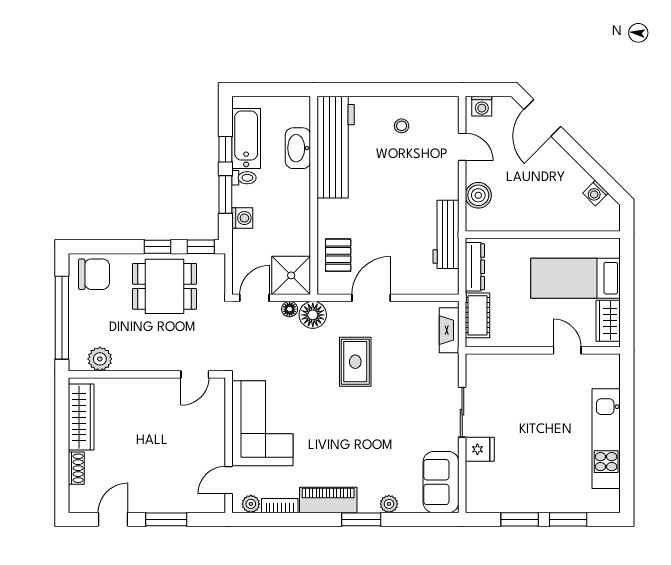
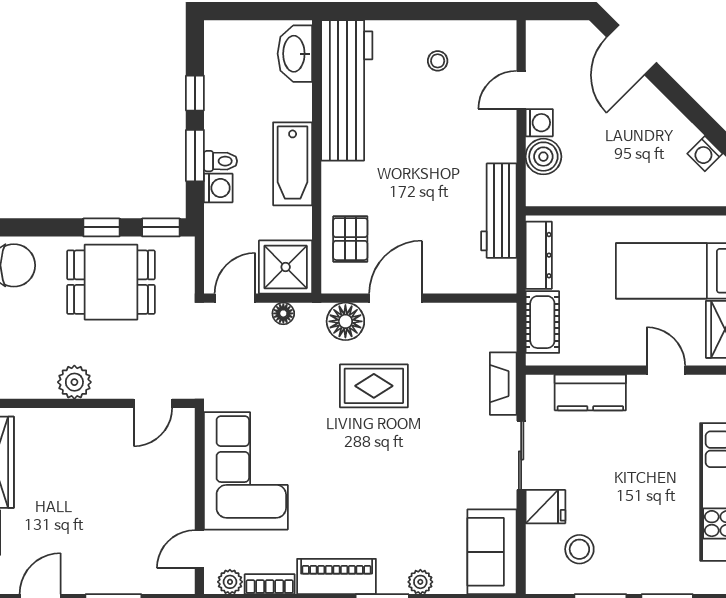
washing machine: (482, 106) -> (539, 123), moved, turned -90
bathtub: (246, 139) -> (293, 164), moved, turned 180
door: (462, 147) -> (521, 90), swing flipped
washbasin: (298, 148) -> (295, 54), moved
toilet: (244, 178) -> (221, 161), moved
floor lamp: (313, 315) -> (345, 321), moved
fireplace: (449, 330) -> (503, 384), moved
plant: (100, 359) -> (74, 382), moved
rug: (355, 362) -> (374, 386), turned 90
kitchen counter: (512, 367) -> (590, 393), added
stool: (504, 480) -> (579, 549), added

